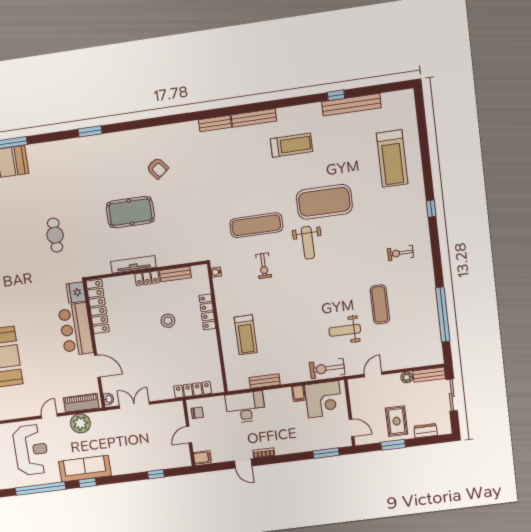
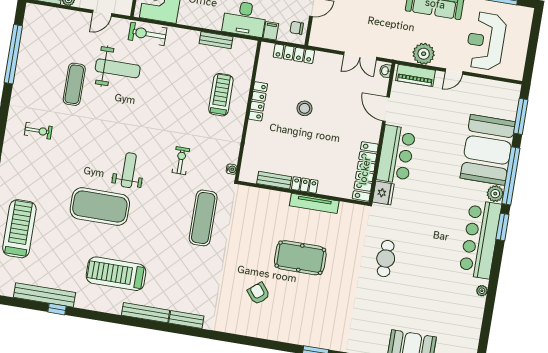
treadmill: (291, 145) -> (116, 274), width x1.37, depth x1.38
exercise mat: (256, 225) -> (203, 218), moved, turned 90
locker: (207, 312) -> (258, 101), moved
stool: (168, 321) -> (305, 108), moved
weight bench: (345, 330) -> (118, 68), width x1.36, depth x1.33
exercise bike: (327, 368) -> (147, 34), turned 180
filing cabinet: (299, 393) -> (271, 31), moved

